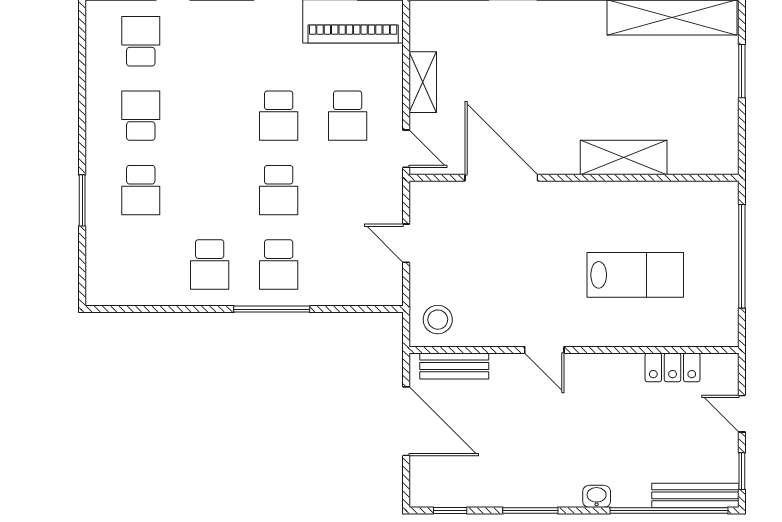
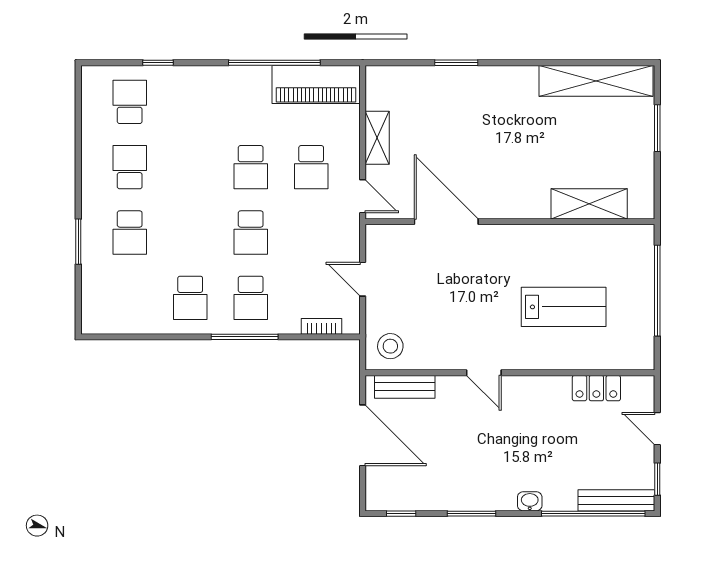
shelving: (624, 157) -> (589, 204), moved
bookcase: (359, 297) -> (321, 326), added

